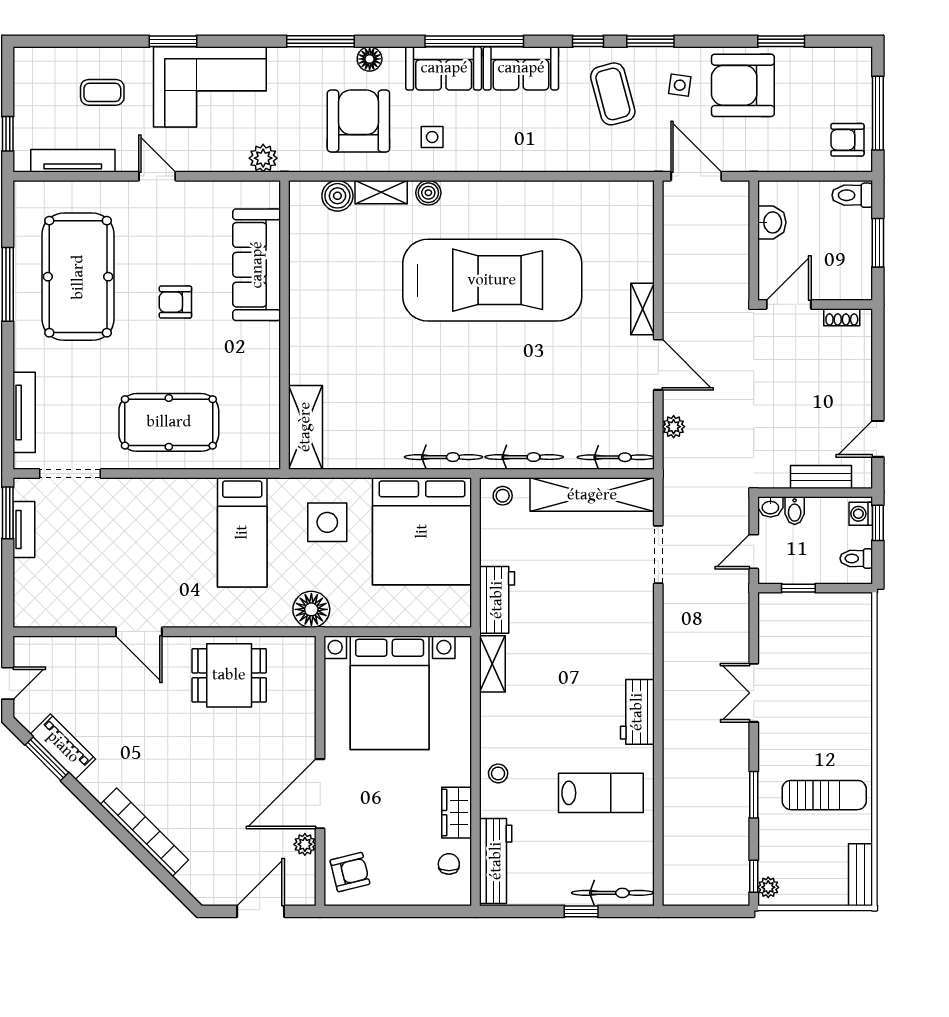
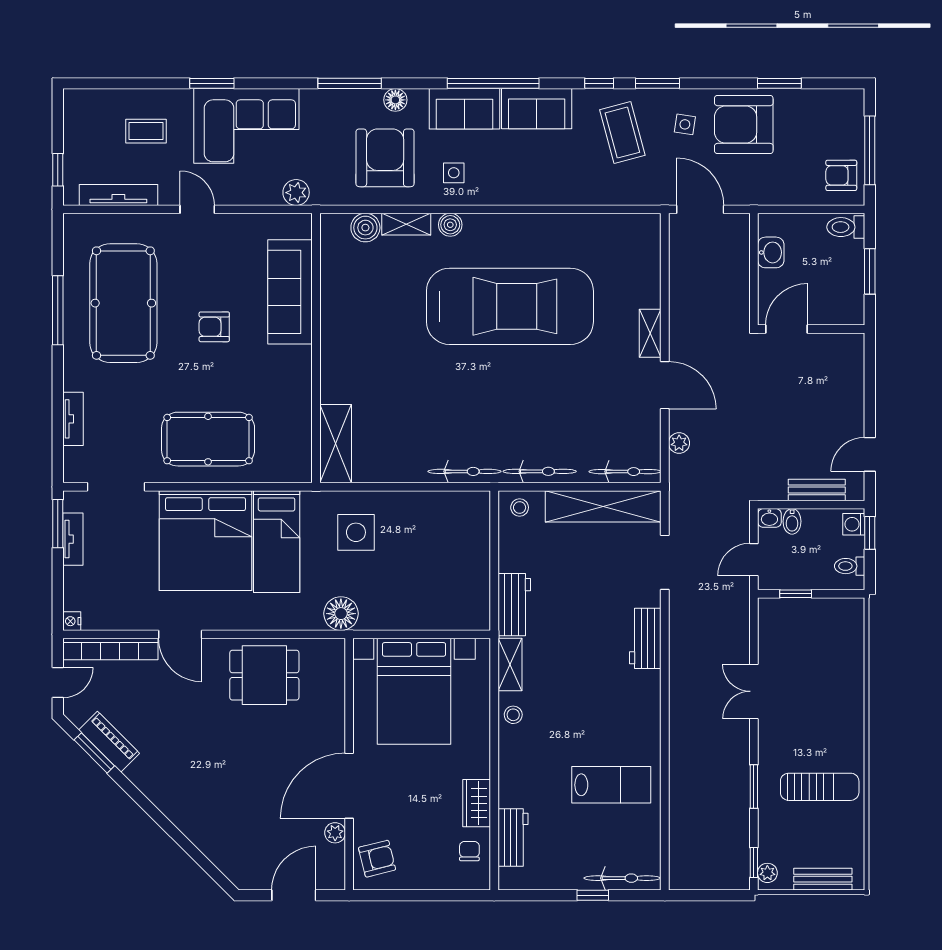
shoe rack: (842, 317) -> (836, 341), removed
tv unit: (24, 412) -> (73, 419), width x0.71
bed: (422, 531) -> (205, 541), moved
nightstand: (23, 618) -> (72, 621), added
workbench: (637, 712) -> (645, 638), moved
stool: (498, 773) -> (513, 715), moved
bookcase: (144, 832) -> (110, 649), moved, turned 135
workbench: (496, 861) -> (513, 837), width x0.73
bench: (860, 875) -> (823, 879), moved, turned 90

